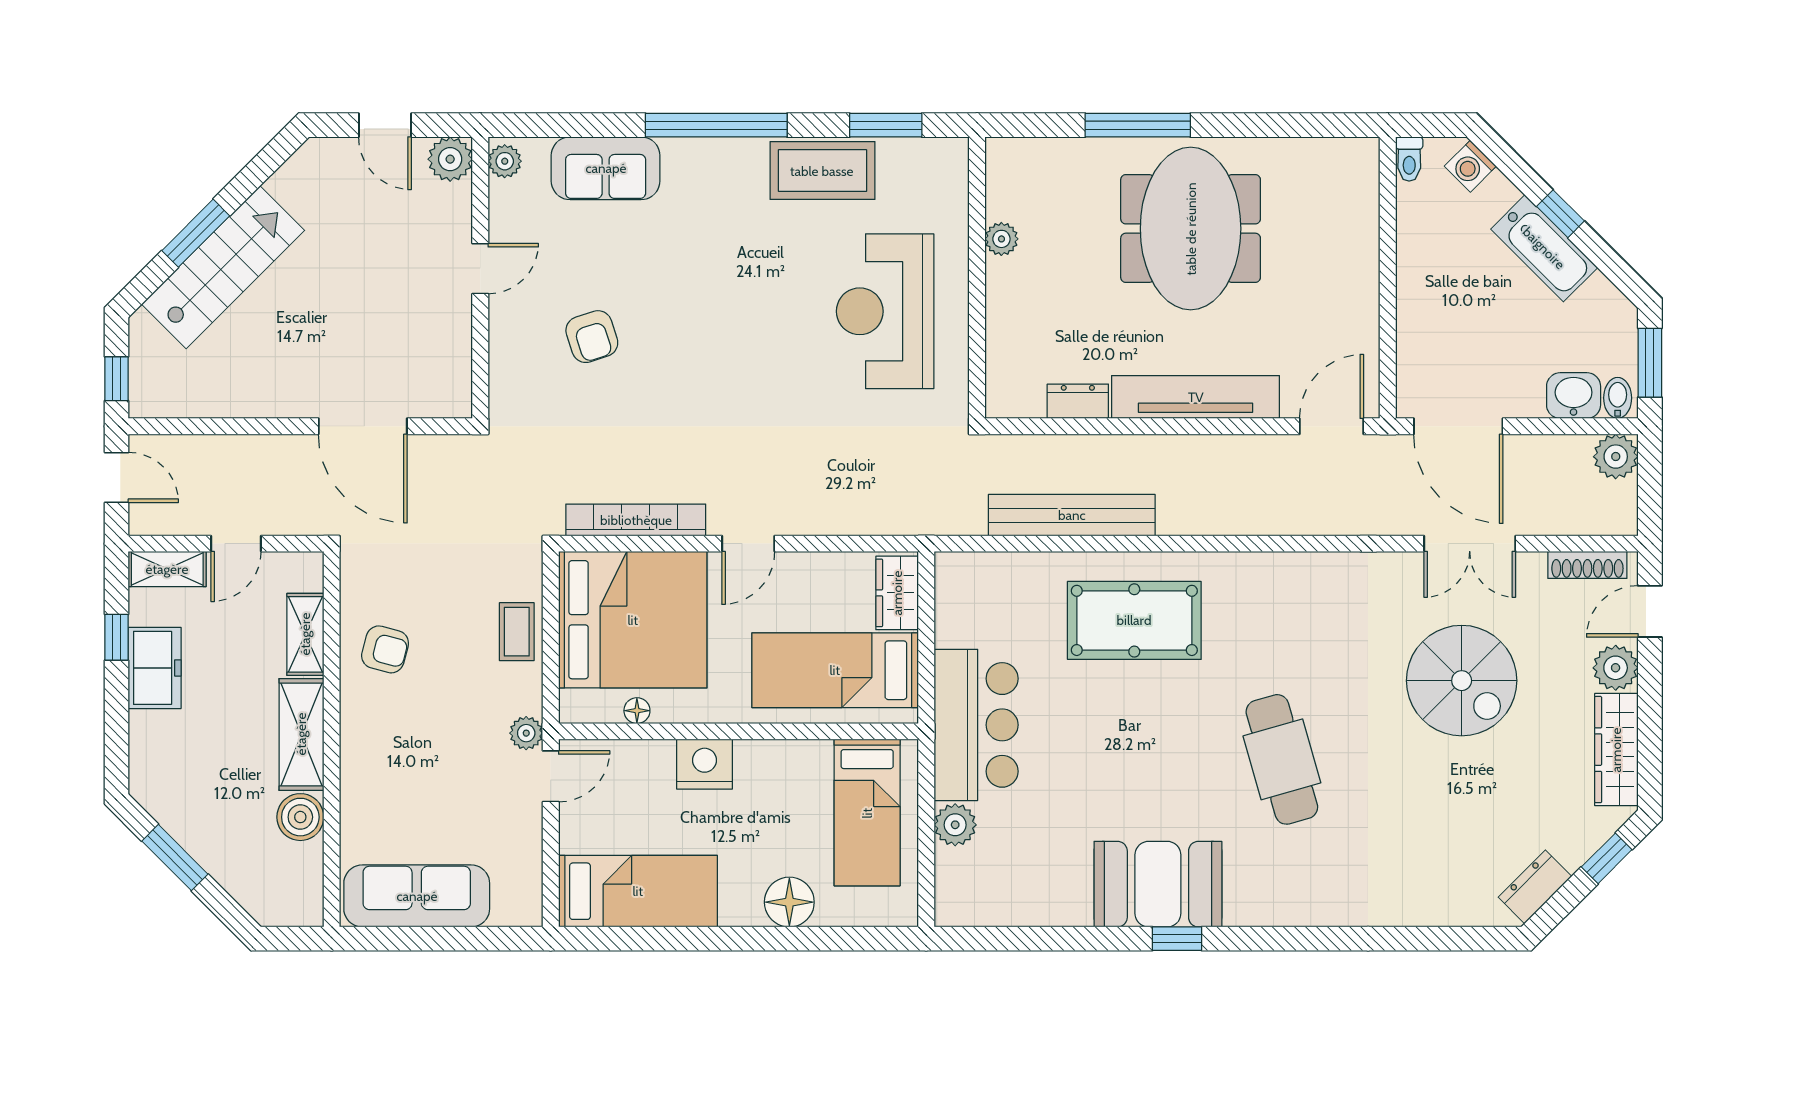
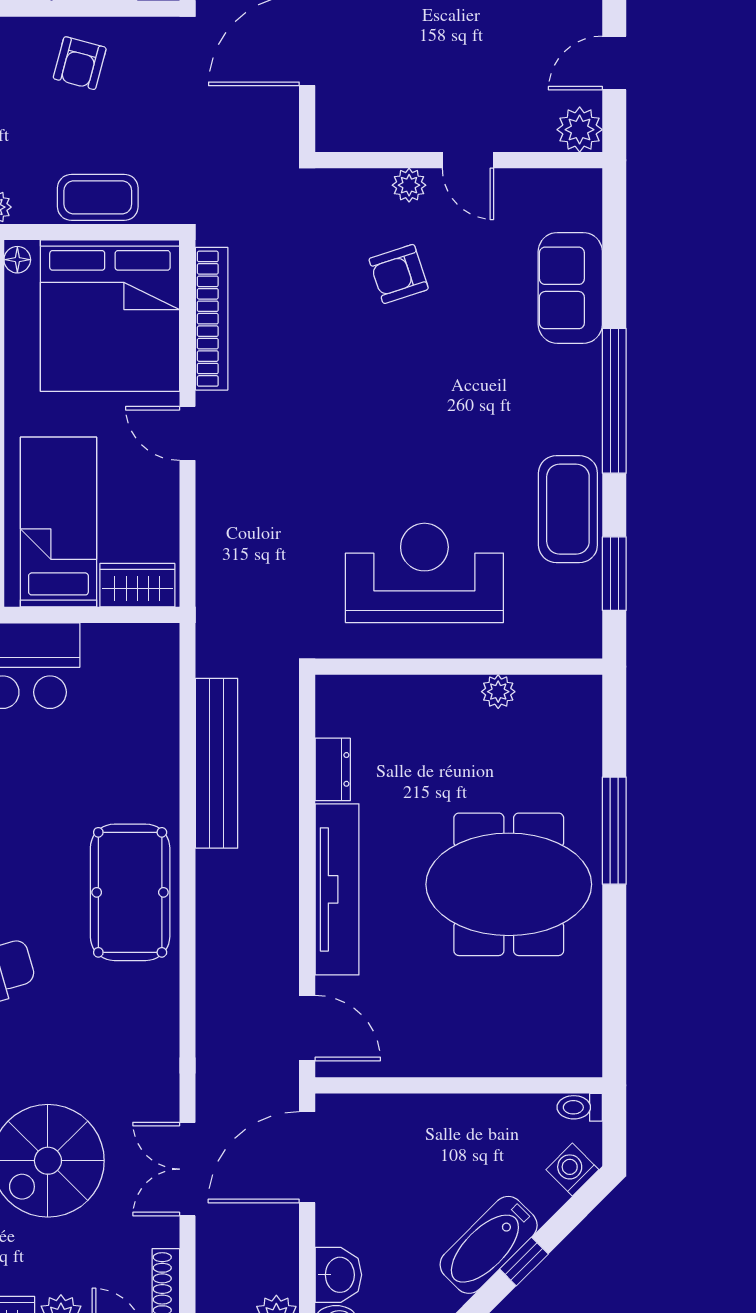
plant: (505, 161) -> (409, 185), moved
pool table: (1134, 620) -> (130, 892), moved
coffee table: (517, 632) -> (98, 197), width x1.36, depth x1.30
floor lamp: (637, 711) -> (17, 260), moved

